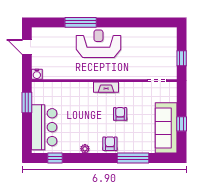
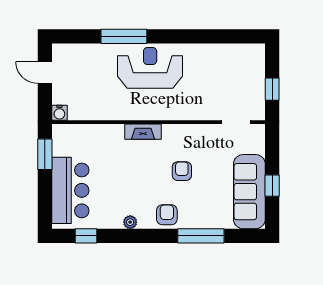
fireplace: (106, 87) -> (143, 132), moved

